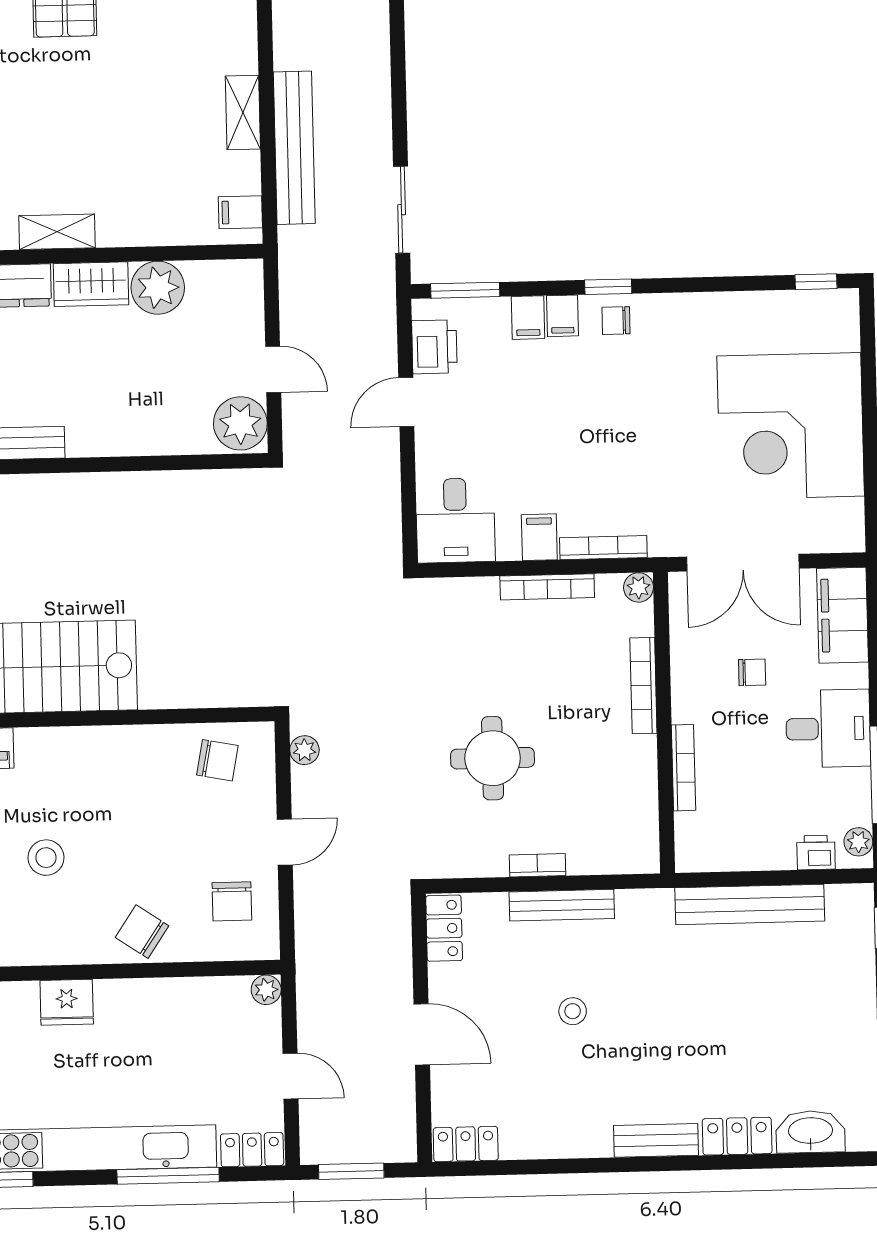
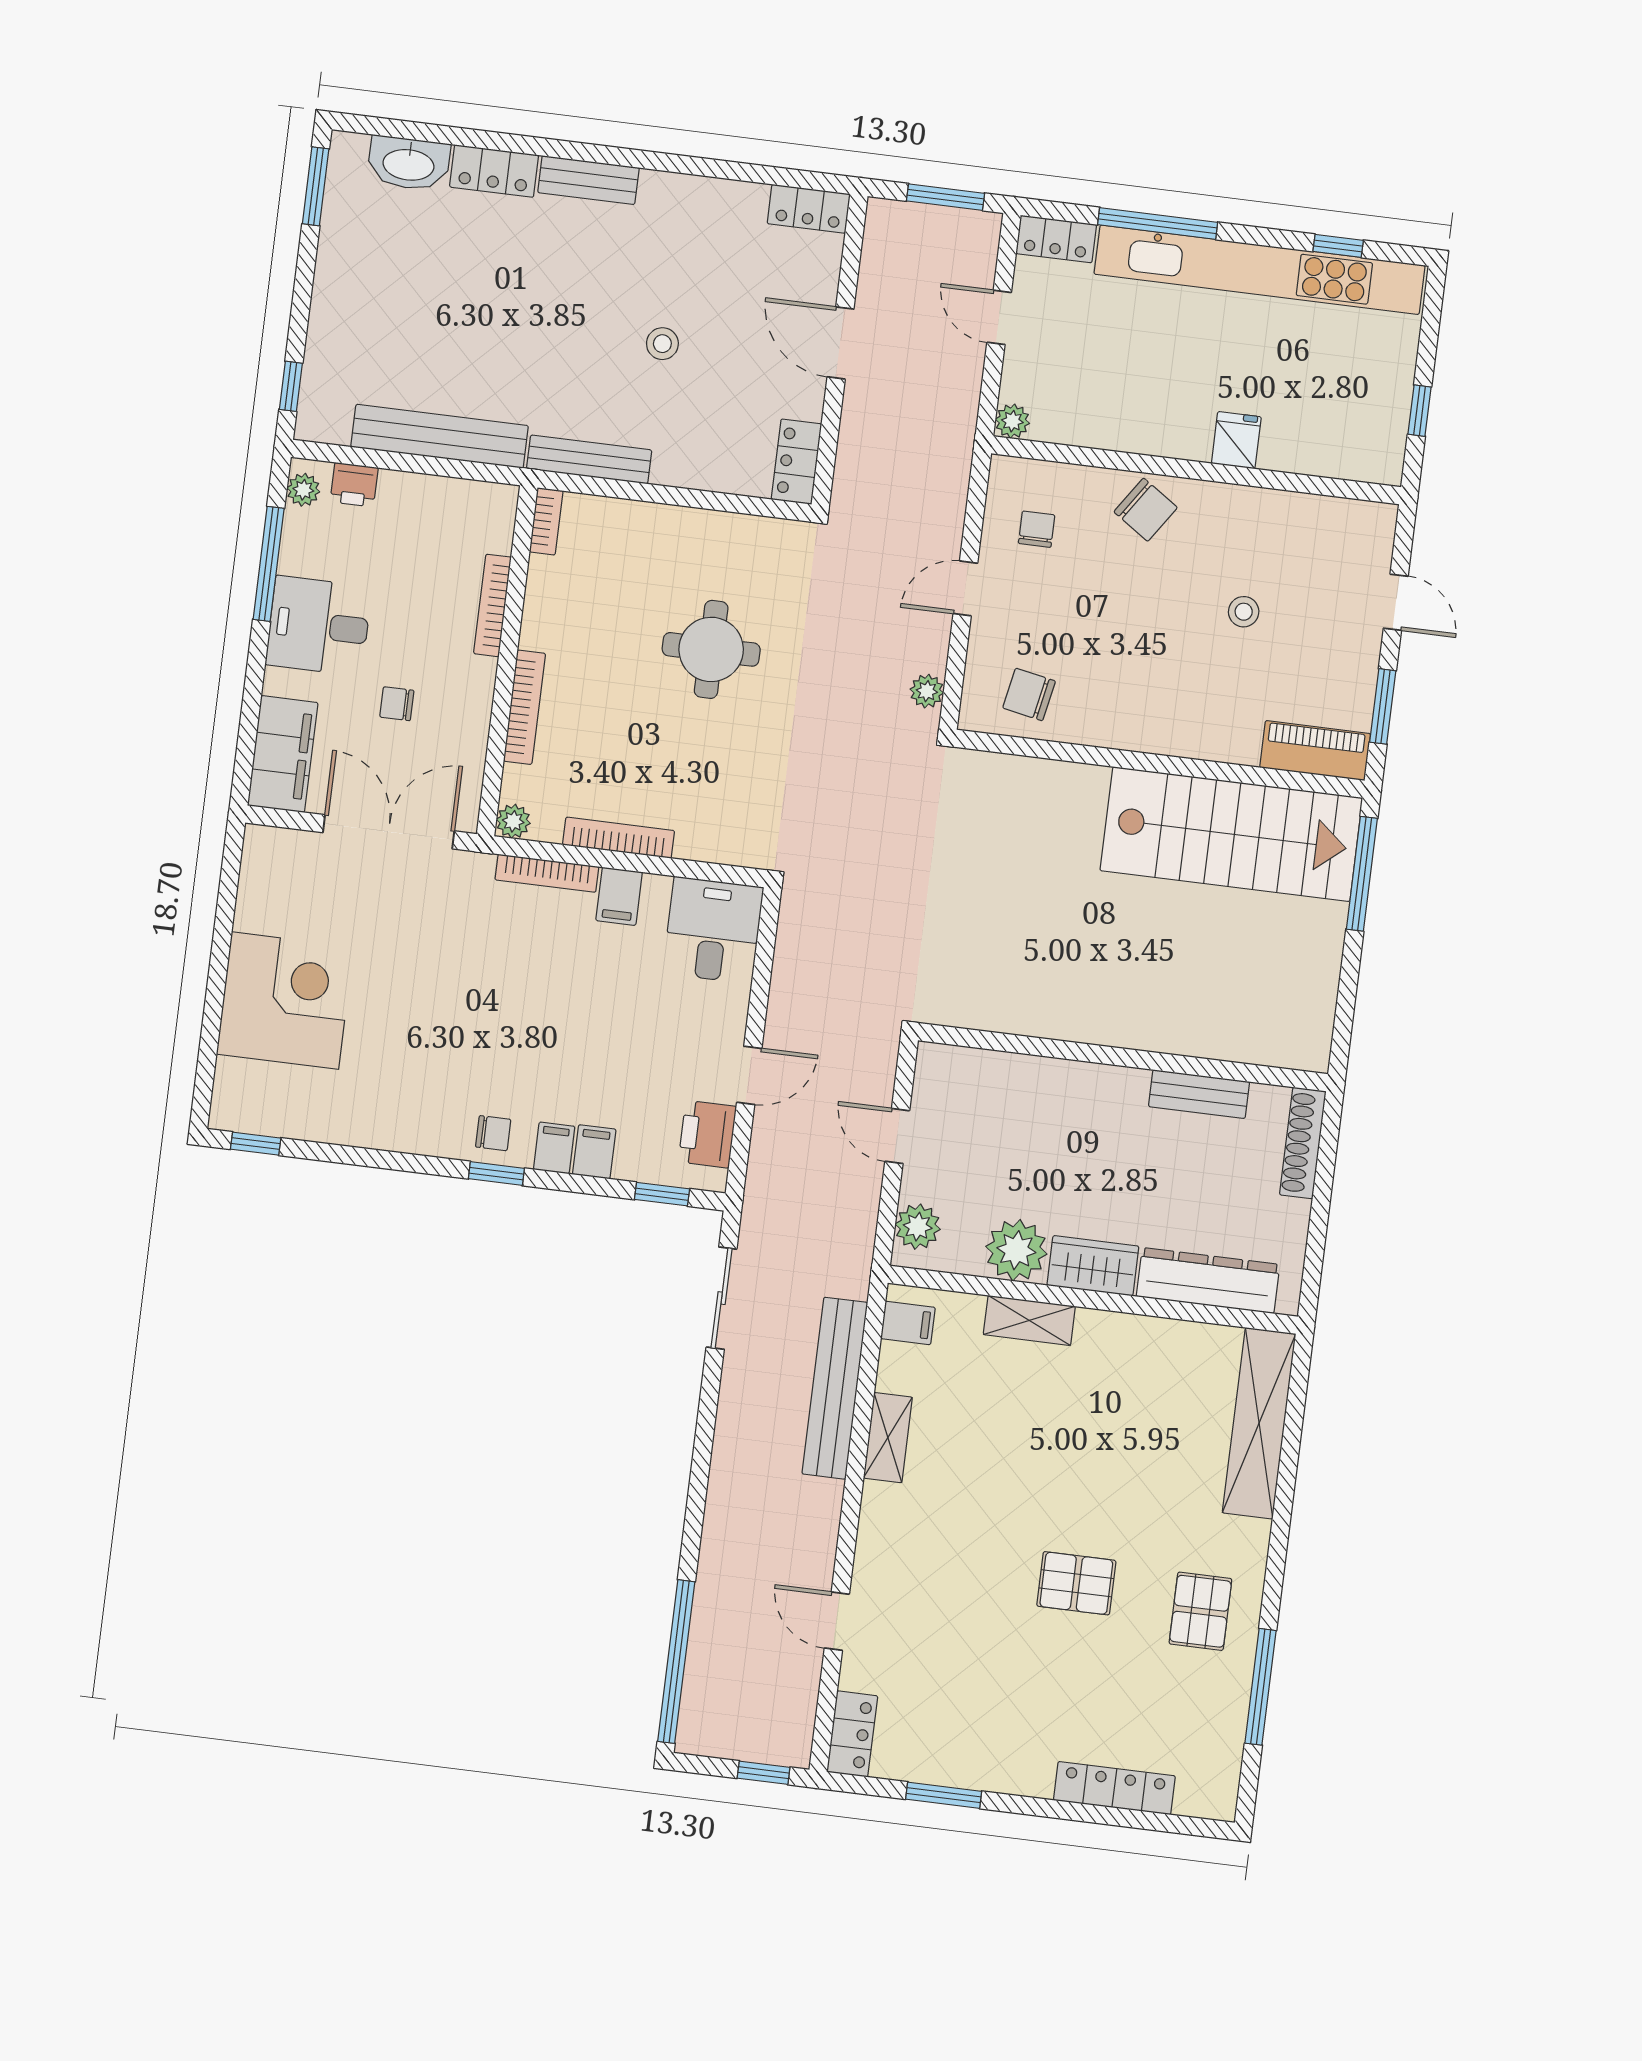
shelving: (57, 232) -> (1029, 1320), moved
window: (465, 290) -> (662, 1194), width x0.67
plant: (240, 423) -> (918, 1227), moved, width x0.73, depth x0.73
corner desk: (791, 426) -> (285, 1001), width x0.74, depth x0.74
stool: (46, 858) -> (1244, 612), width x0.73, depth x0.73
bookcase: (537, 865) -> (546, 521), moved, turned -90
chair: (232, 901) -> (1037, 529), width x0.73, depth x0.73
bench: (562, 905) -> (589, 459), moved
fridge: (67, 1002) -> (1236, 440), width x0.72

